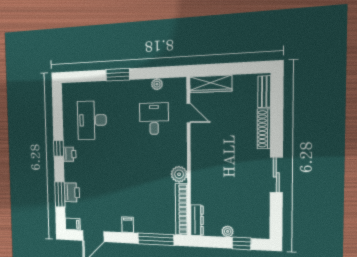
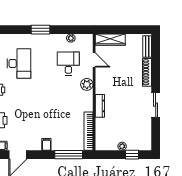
desk: (92, 120) -> (19, 63), turned 180
plant: (179, 174) -> (87, 84), moved
dresser: (197, 220) -> (100, 106), moved

